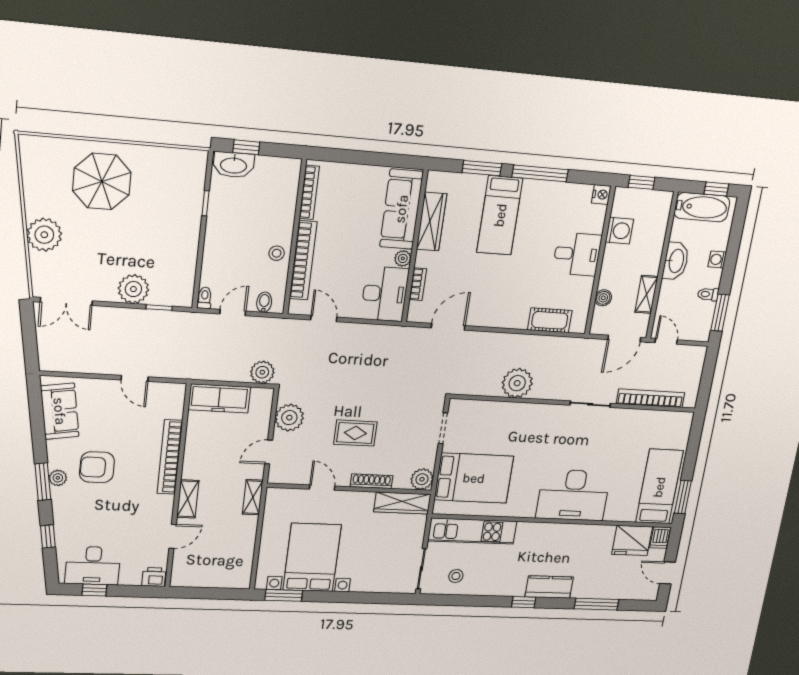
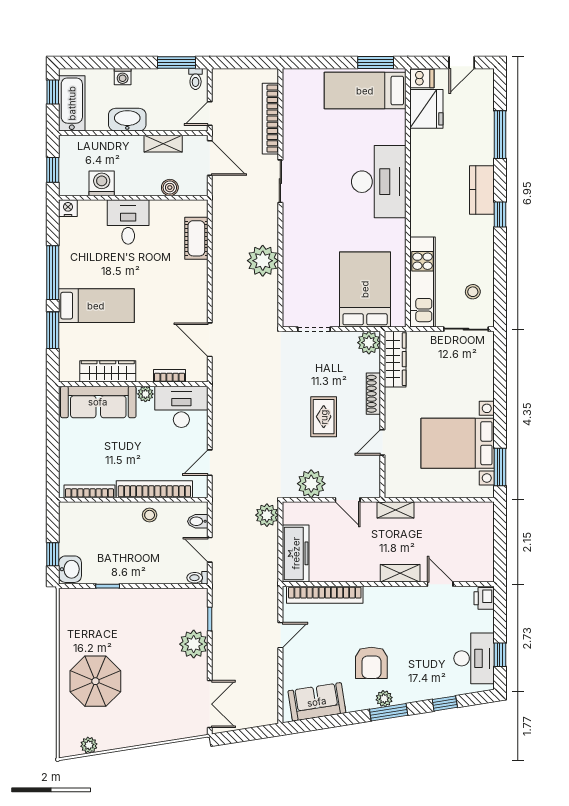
washbasin: (234, 165) -> (70, 569), width x0.72
plant: (44, 235) -> (89, 745), moved, width x0.53, depth x0.53
toilet: (708, 294) -> (196, 79), moved
bookcase: (170, 457) -> (325, 595), moved

